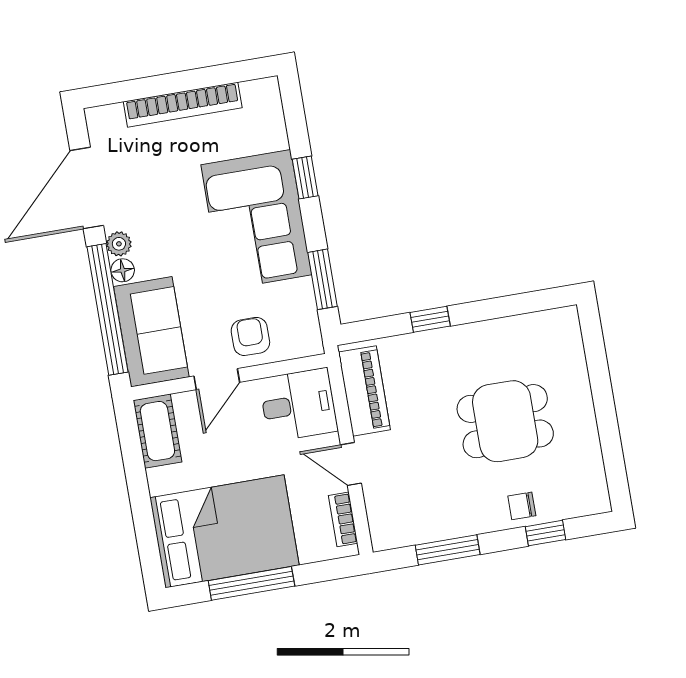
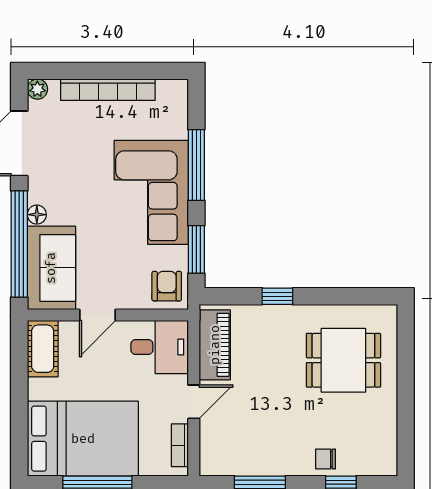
window: (305, 177) -> (196, 165), width x2.17
plant: (119, 244) -> (37, 89), moved
armchair: (250, 336) -> (167, 286), moved
dining table: (505, 421) -> (343, 360), moved
door: (351, 464) -> (194, 402), swing flipped

